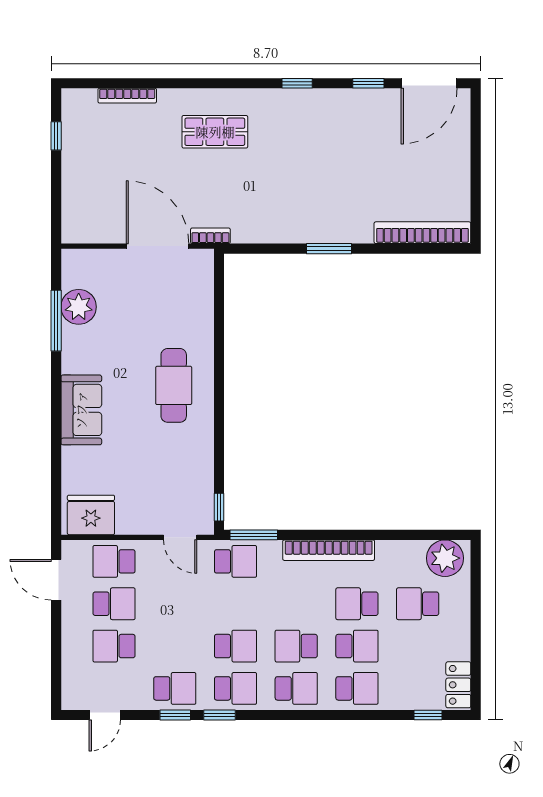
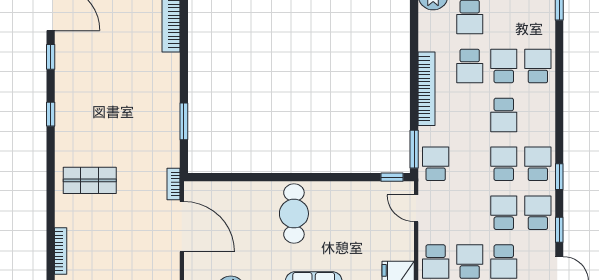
shop shelf: (215, 132) -> (90, 180), turned 90
door: (158, 246) -> (182, 227), swing flipped
window: (329, 249) -> (184, 121), moved
cafe table: (174, 385) -> (294, 214), turned 90
door: (180, 537) -> (416, 208), swing flipped
school desk: (296, 688) -> (504, 213), moved
window: (175, 715) -> (559, 230), moved

